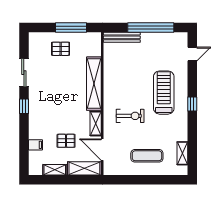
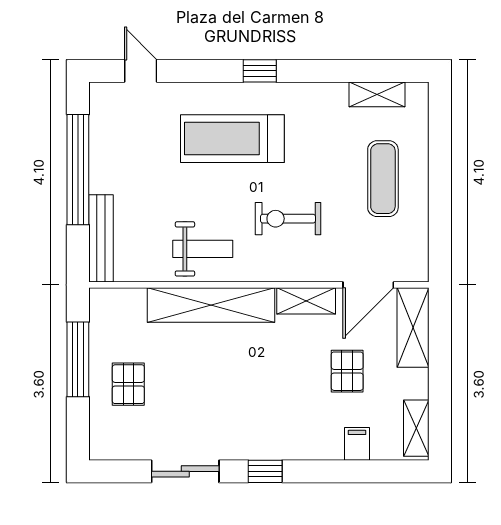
weight bench: (117, 80) -> (203, 249), added
exercise bike: (130, 116) -> (288, 219), turned -90
shelving: (55, 170) -> (416, 428), moved

